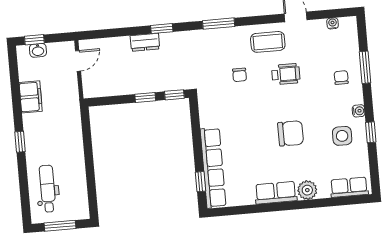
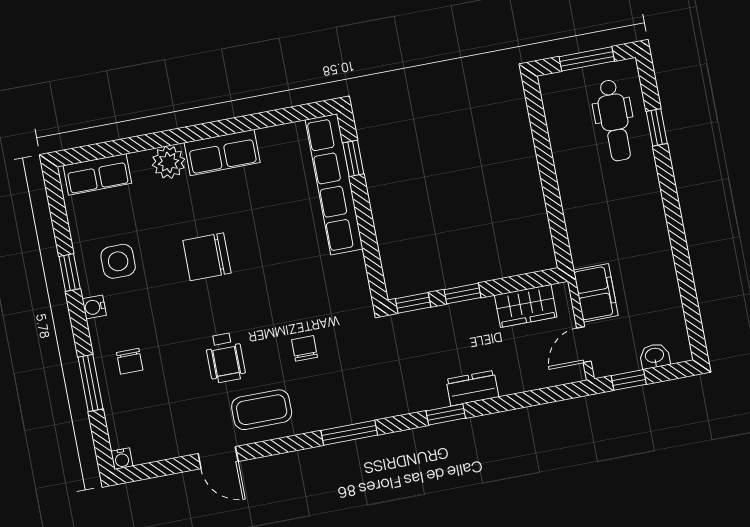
water cooler: (333, 23) -> (122, 459), moved
window: (34, 40) -> (629, 380), moved
wheelchair: (286, 74) -> (225, 358), turned -90
wardrobe: (109, 87) -> (526, 306), added
filing cabinet: (31, 97) -> (596, 293), moved, turned 180
window: (20, 142) -> (657, 127), moved

